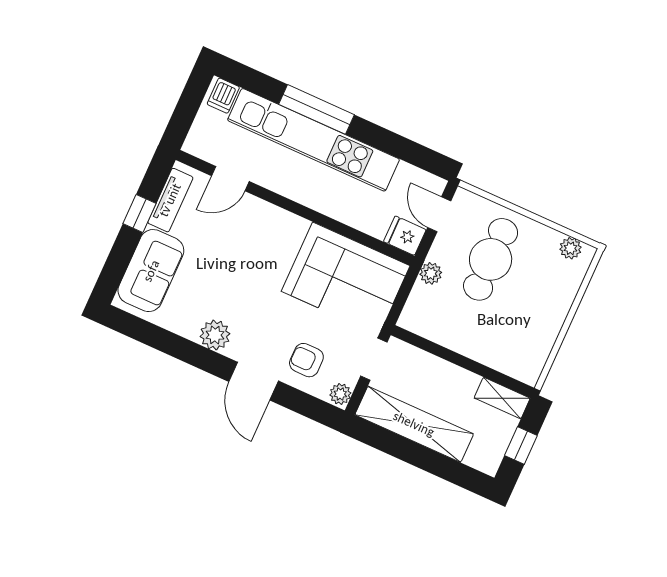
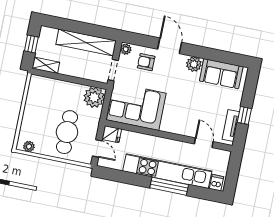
door: (230, 179) -> (204, 143), hinge flipped
sofa: (151, 271) -> (221, 74), moved, turned -90
plant: (431, 273) -> (94, 97), moved, width x1.88, depth x1.88
armchair: (306, 360) -> (146, 62), turned 180

